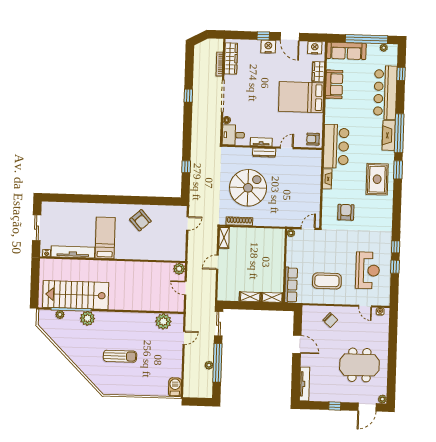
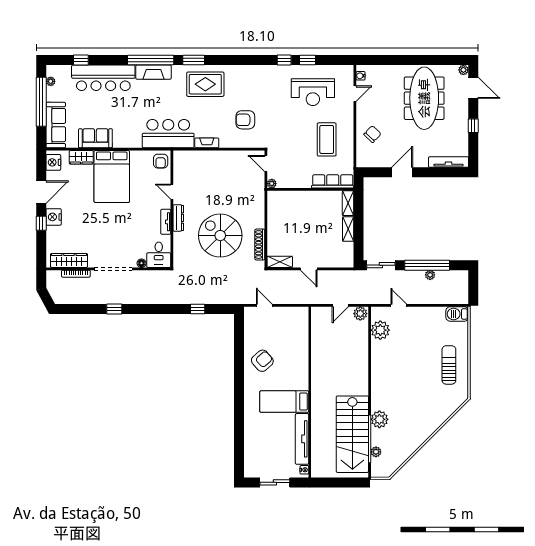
plant: (179, 269) -> (360, 314), moved
reception desk: (368, 270) -> (313, 92), turned 180
sun lounger: (120, 356) -> (449, 365), moved
meeting table: (359, 365) -> (424, 98), width x1.36

